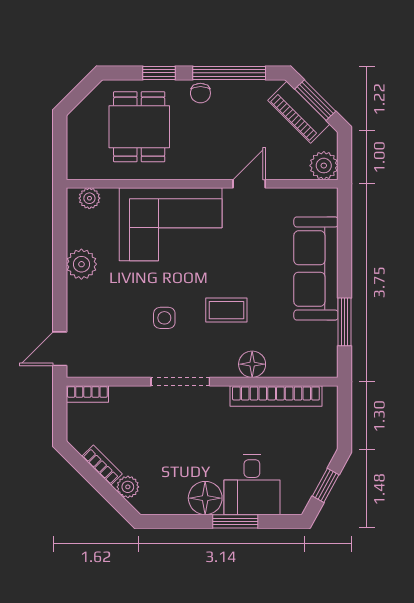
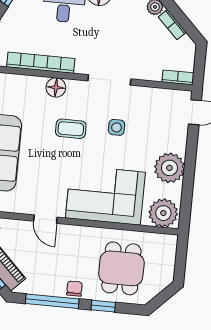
door: (249, 184) -> (45, 219), hinge flipped
plant: (89, 198) -> (163, 213), width x1.87, depth x1.87
plant: (81, 264) -> (169, 168), width x1.36, depth x1.36

